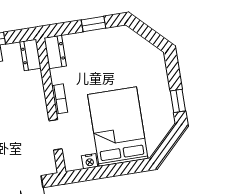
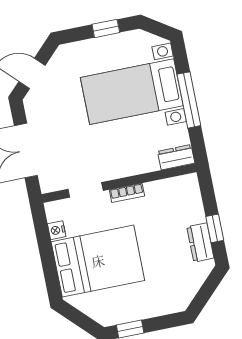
dresser: (55, 52) -> (200, 242), moved, turned 90

